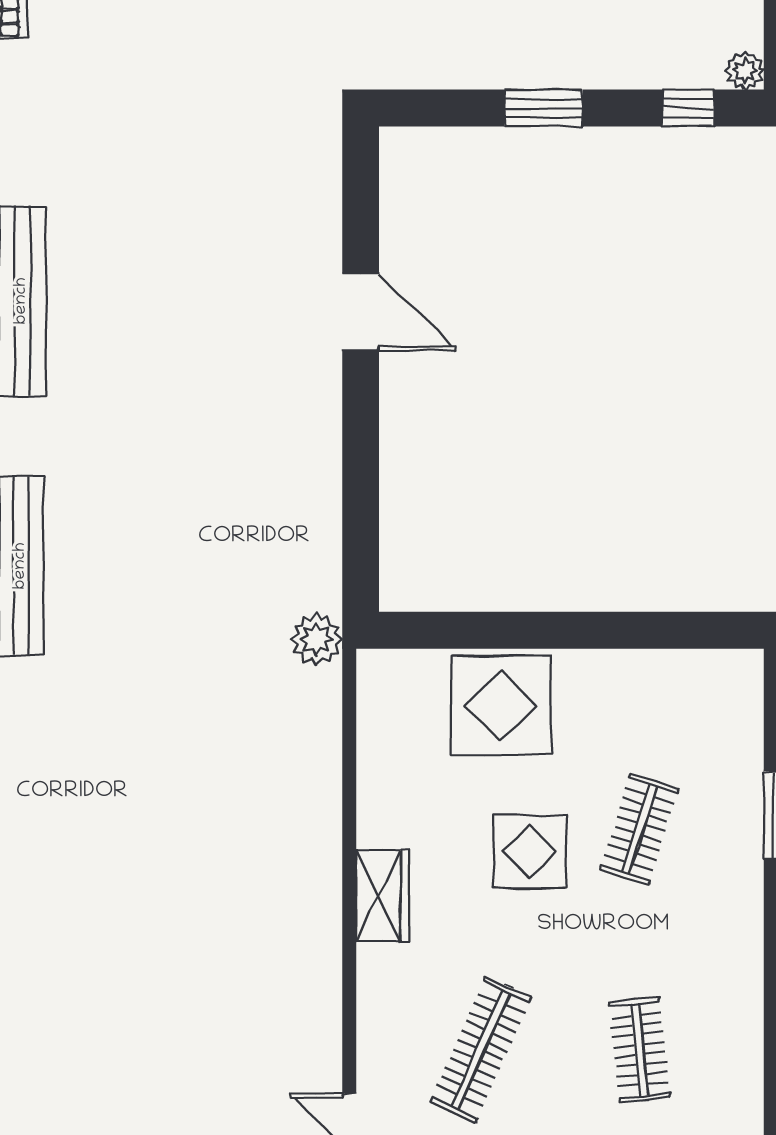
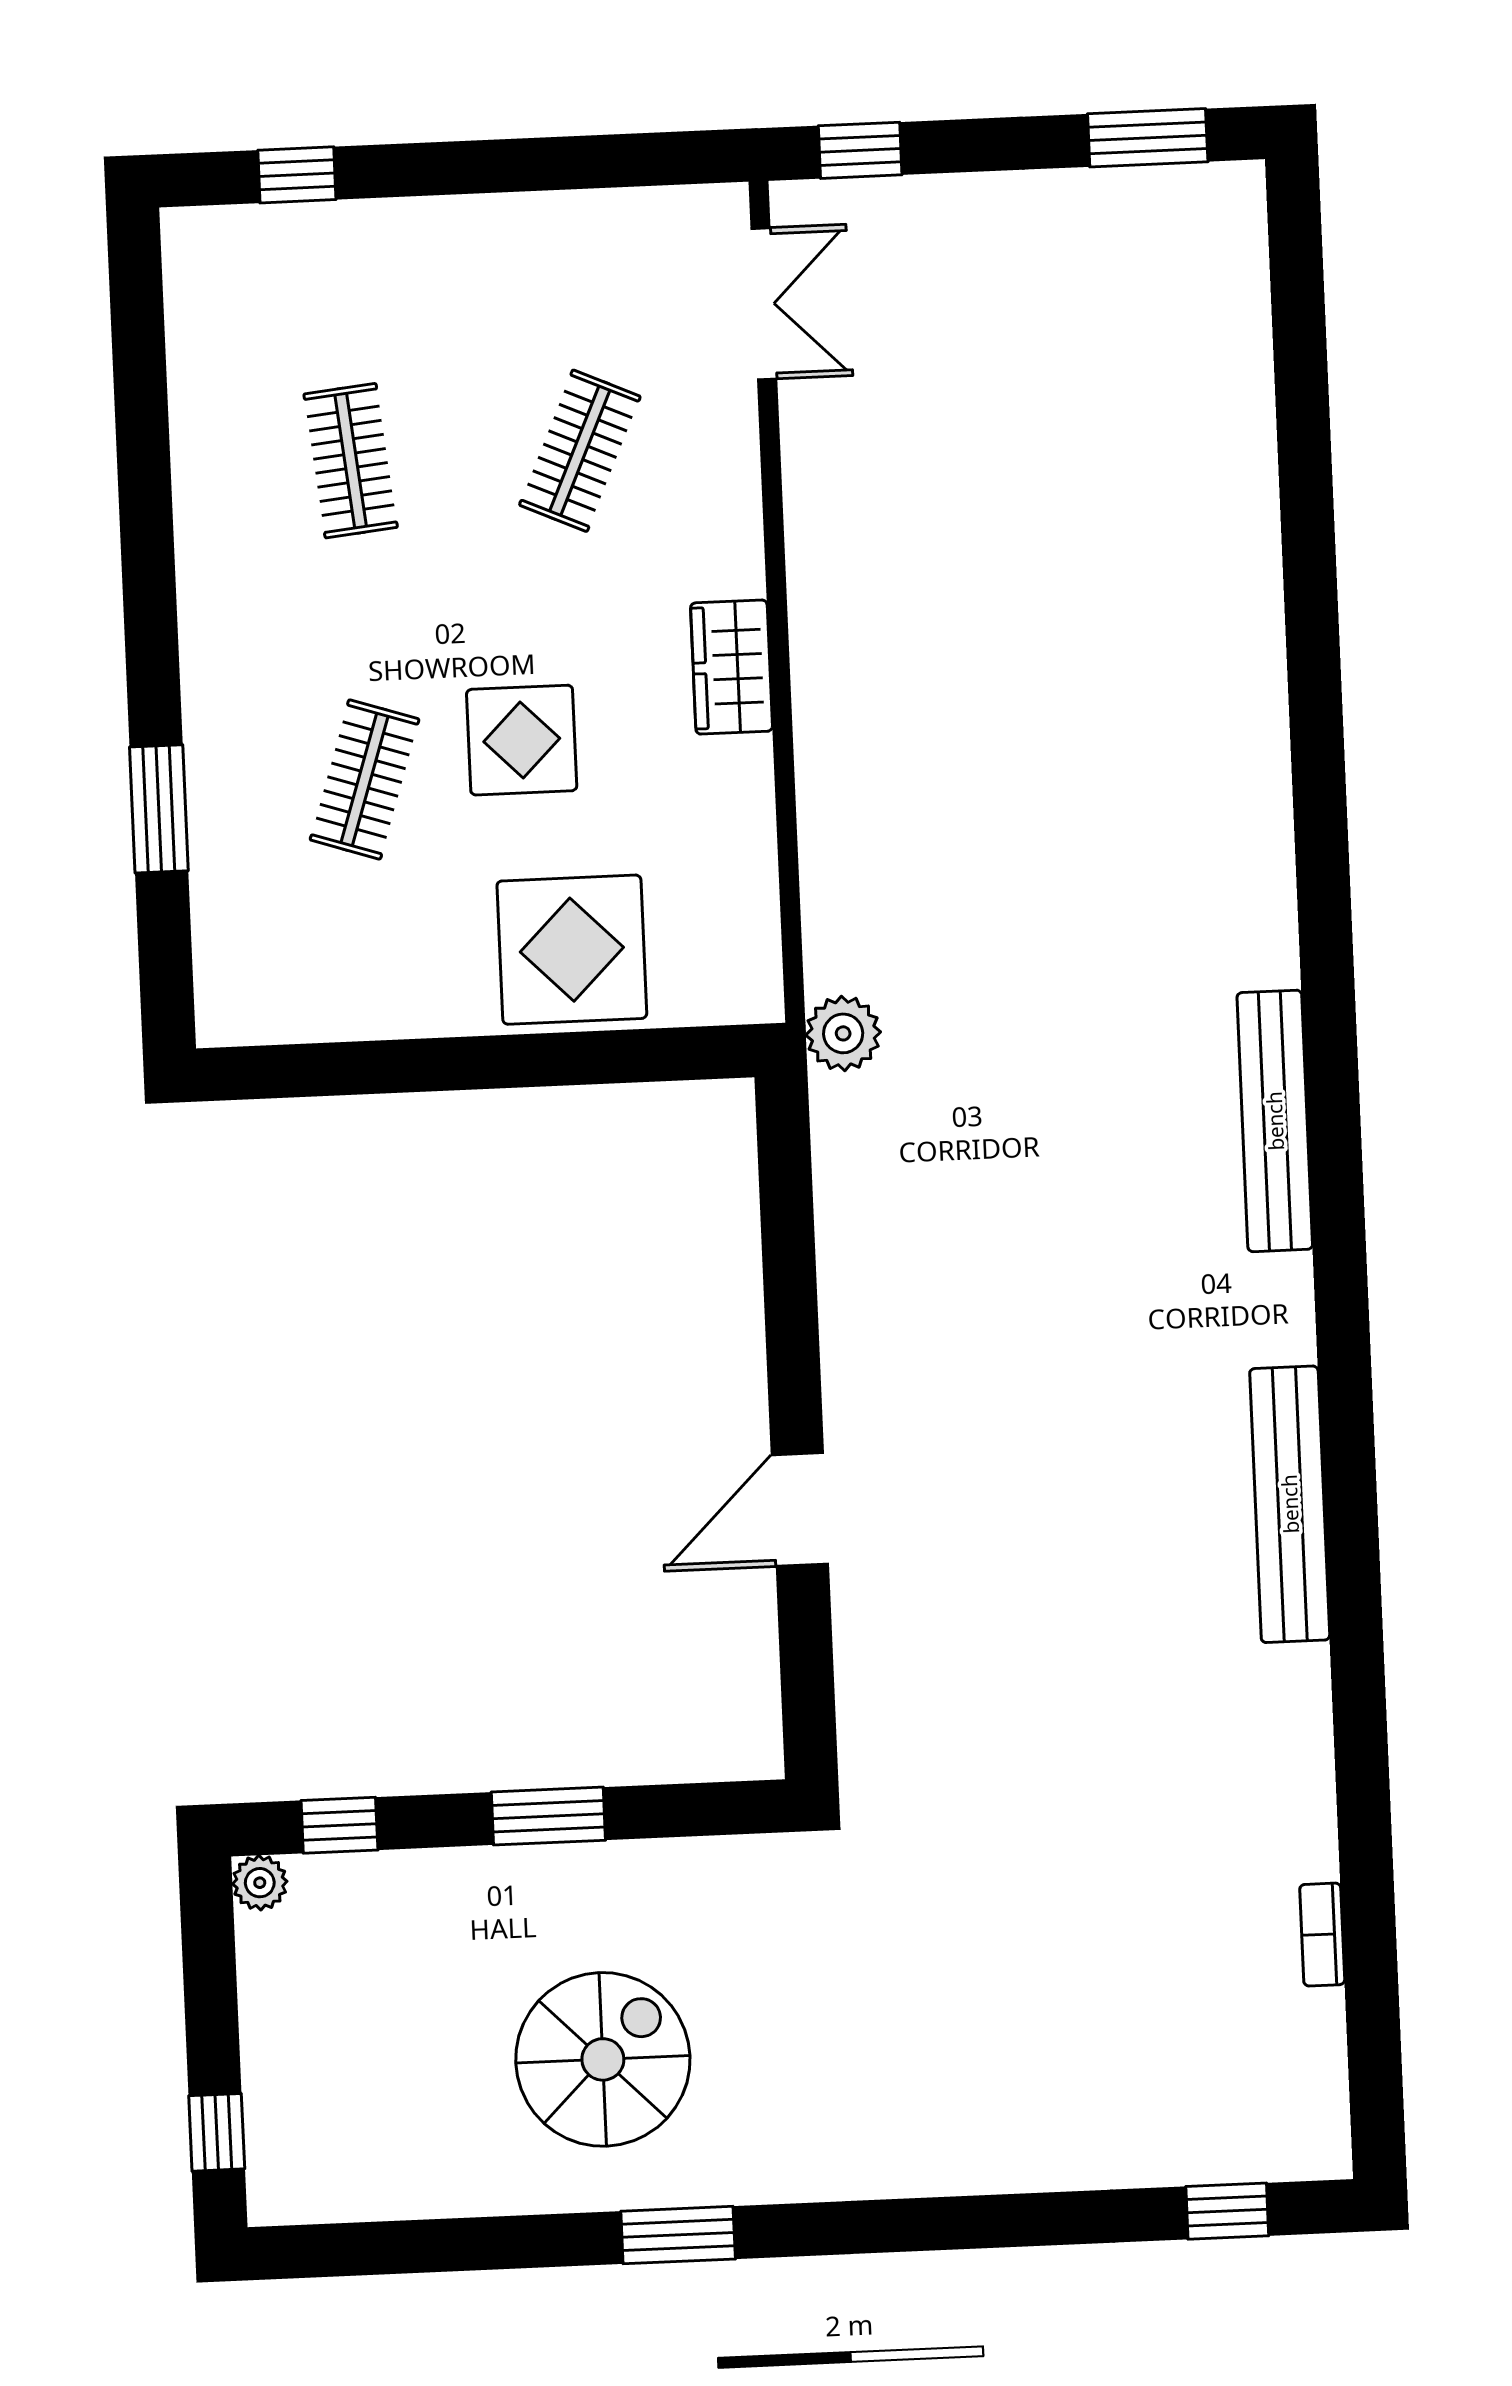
door: (361, 312) -> (800, 1510), hinge flipped
clothes rail: (481, 1050) -> (580, 451), width x0.73

